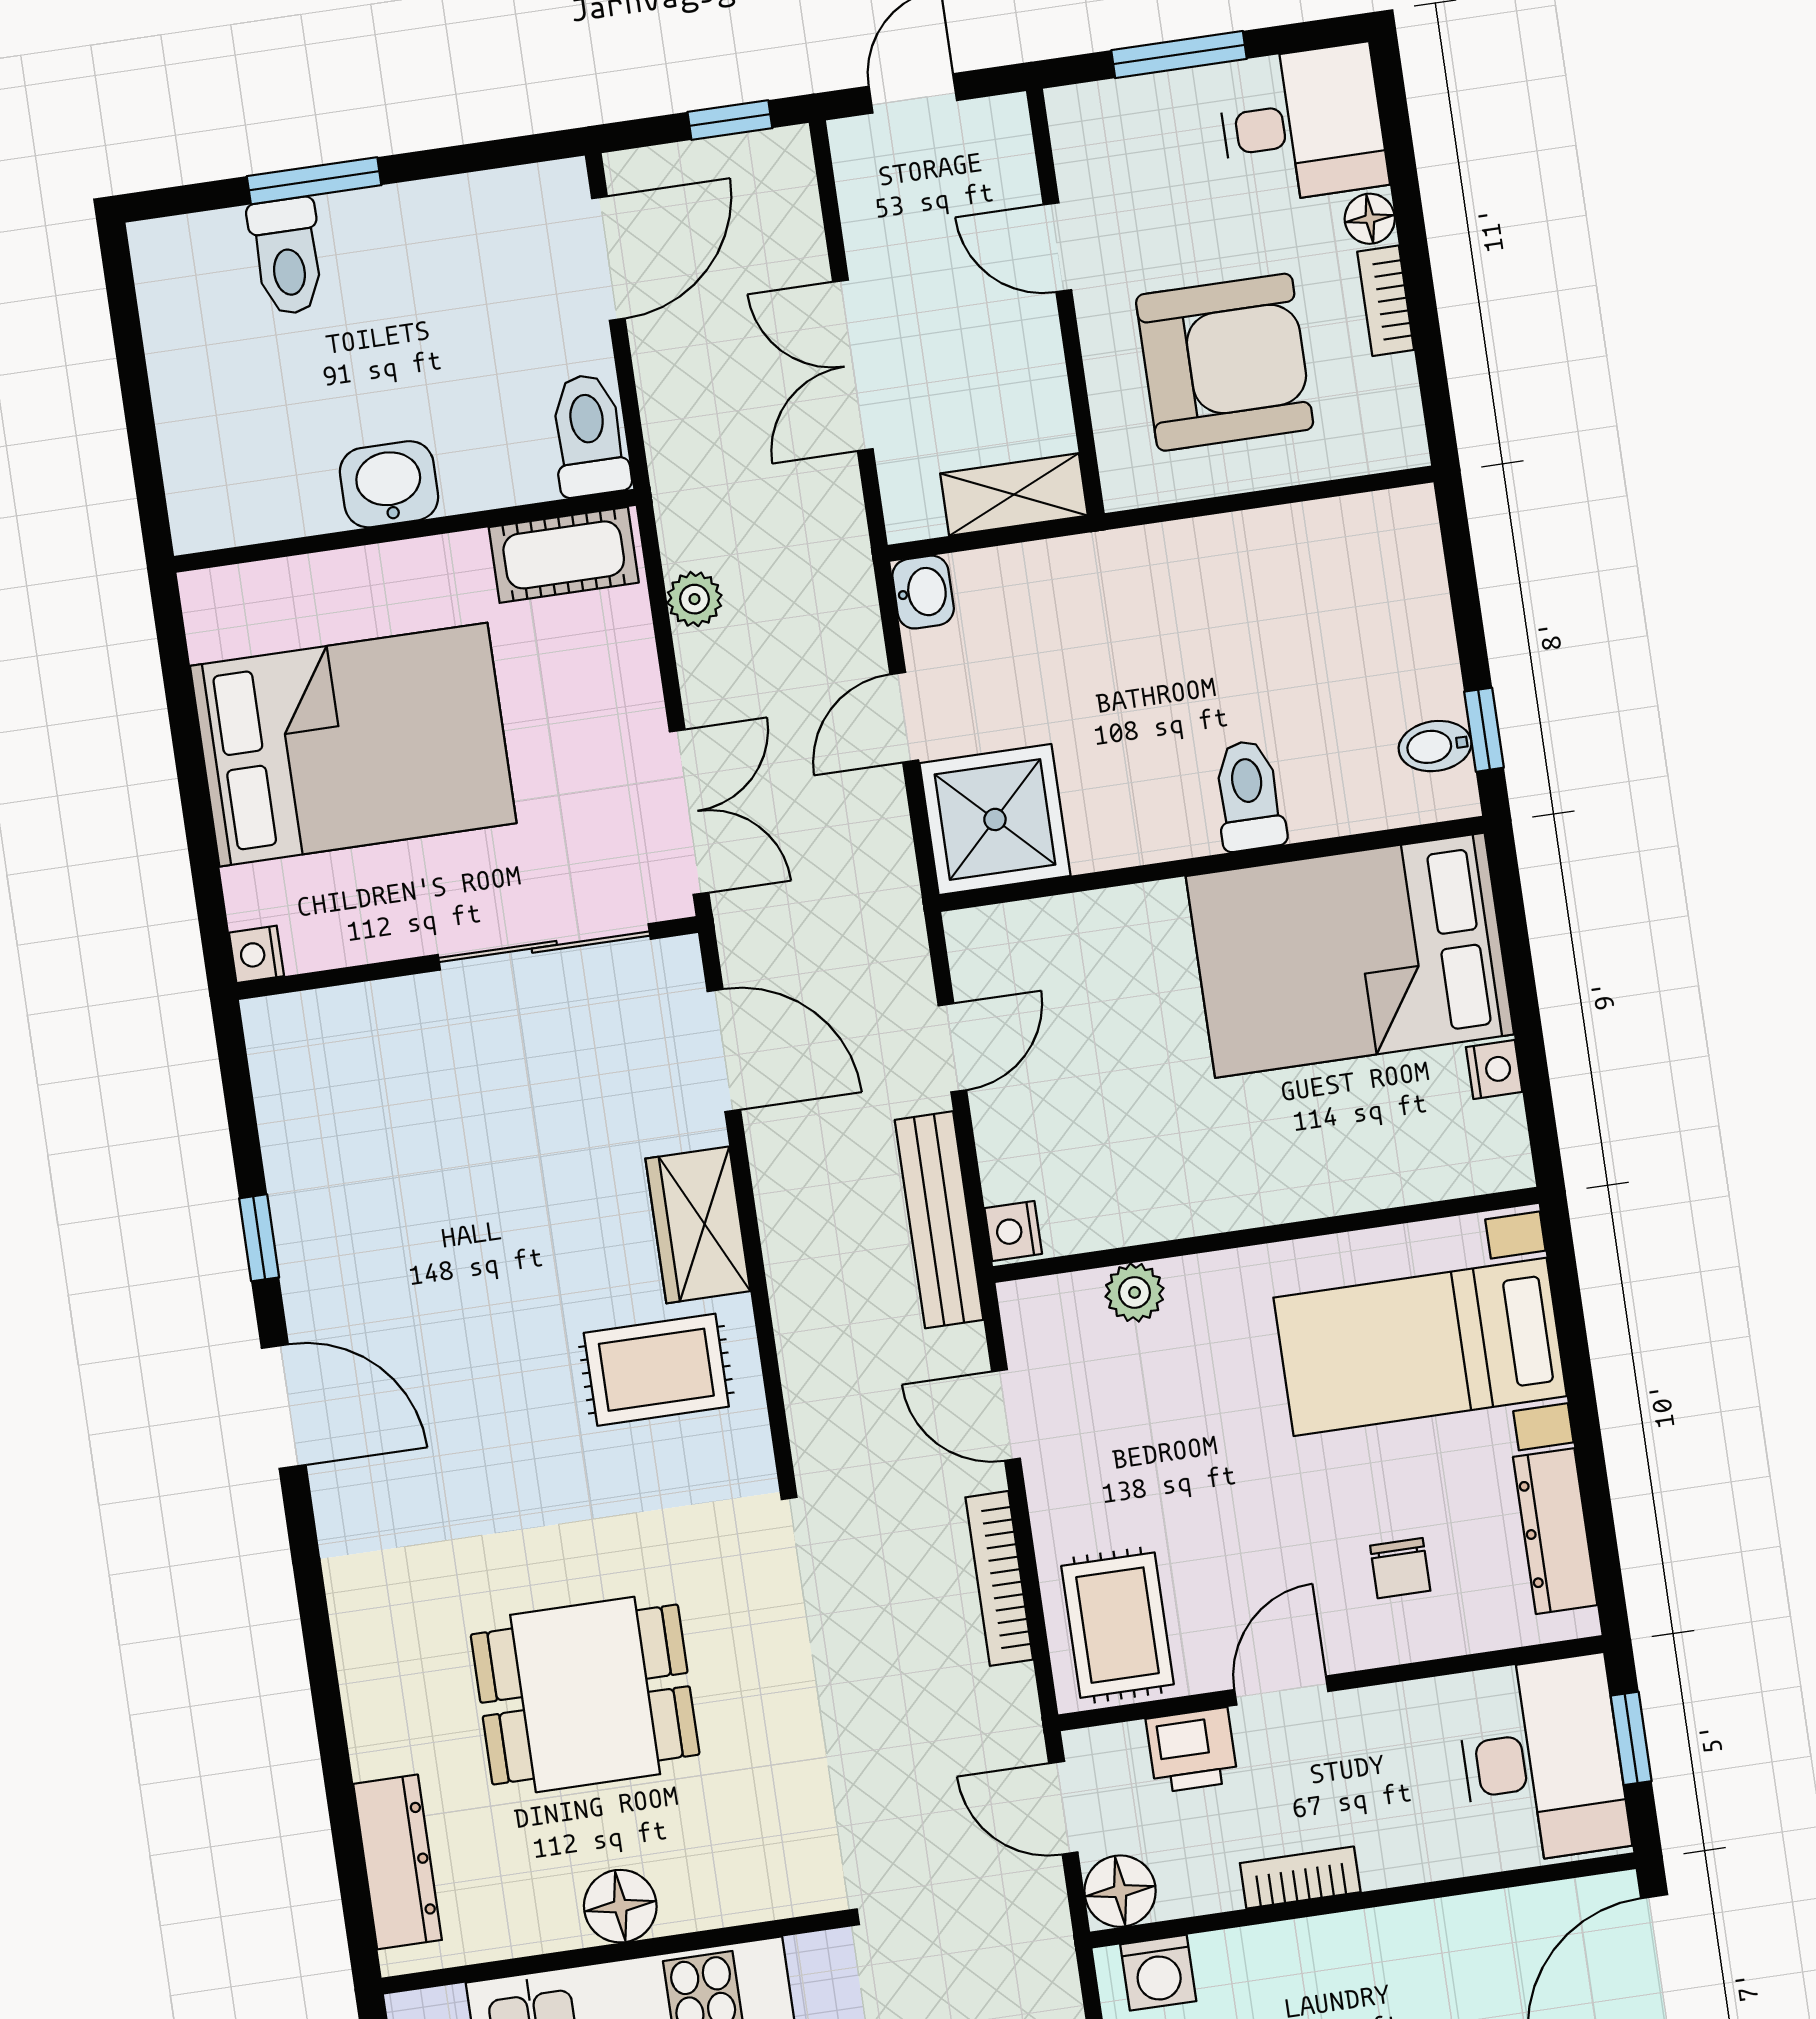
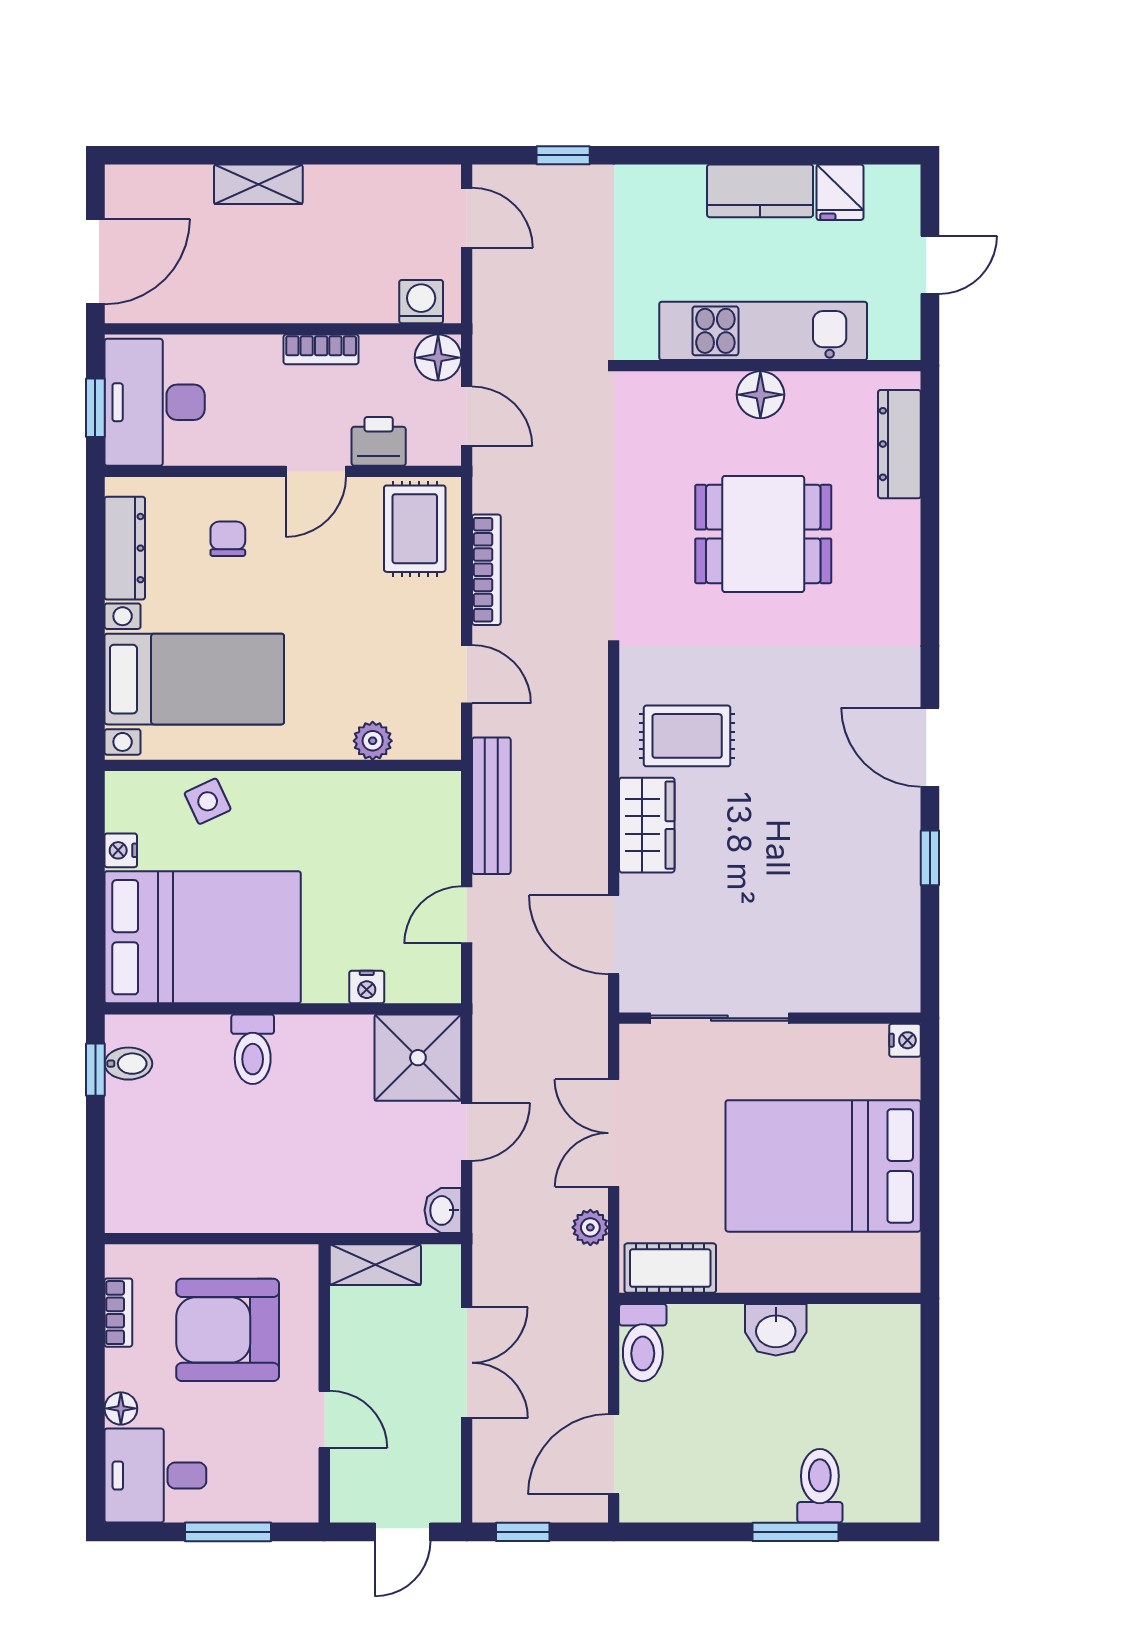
bookcase: (1386, 301) -> (118, 1313), moved
double door: (689, 812) -> (614, 1133), moved
side table: (1373, 1163) -> (208, 801), added
nightstand: (1013, 1231) -> (367, 987), moved, turned 90

